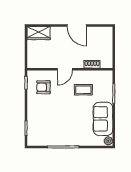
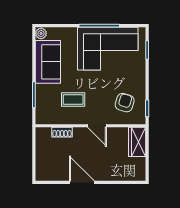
wardrobe: (39, 33) -> (137, 142), moved, turned -90
door: (65, 69) -> (97, 126), swing flipped
armchair: (43, 87) -> (125, 103), turned -73
corner sofa: (57, 129) -> (108, 49), added

